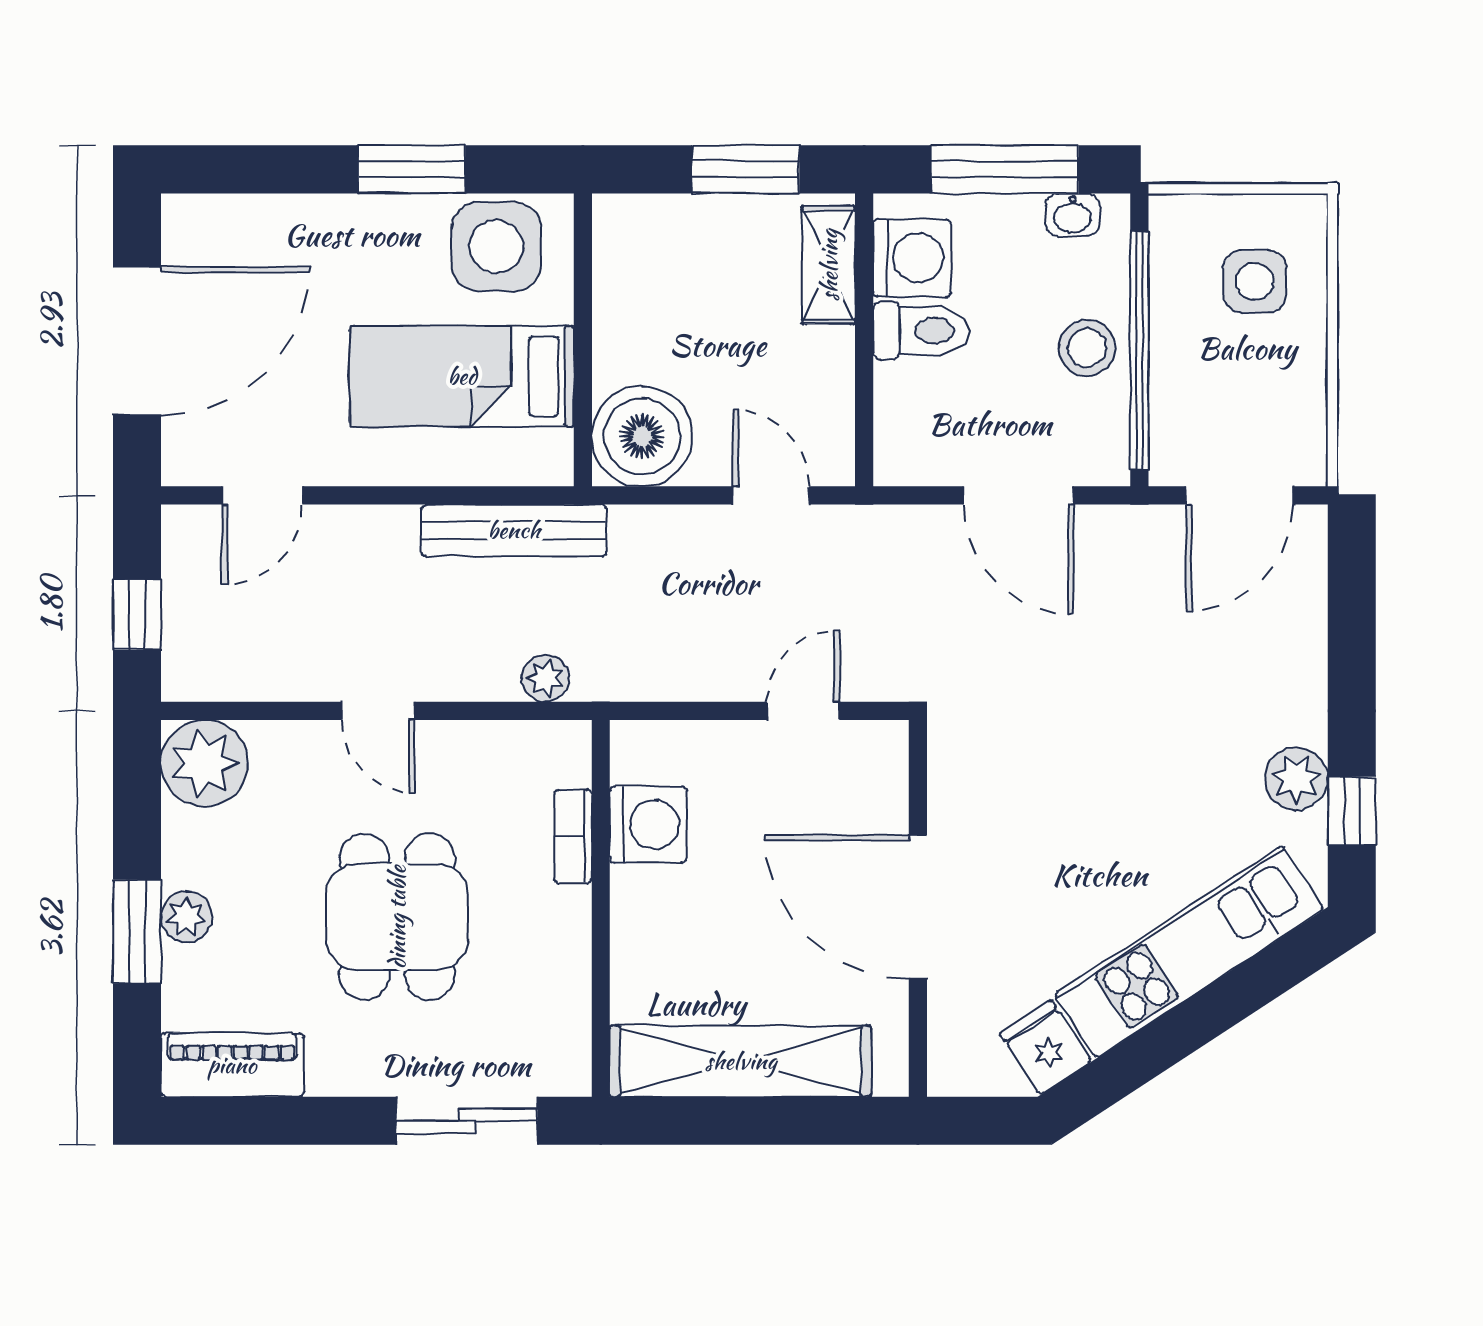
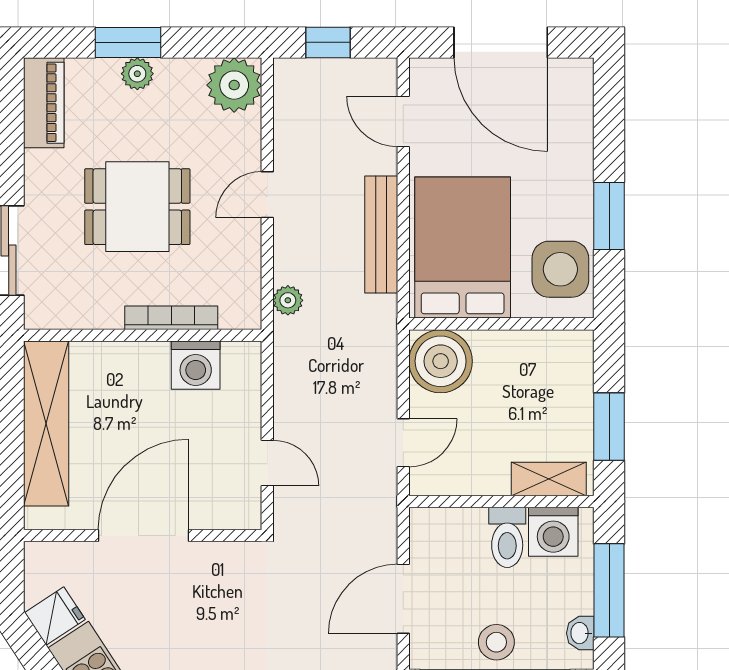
bed: (462, 376) -> (463, 248), width x1.50
bench: (514, 530) -> (381, 234), moved
bookcase: (573, 836) -> (171, 318), width x1.56

